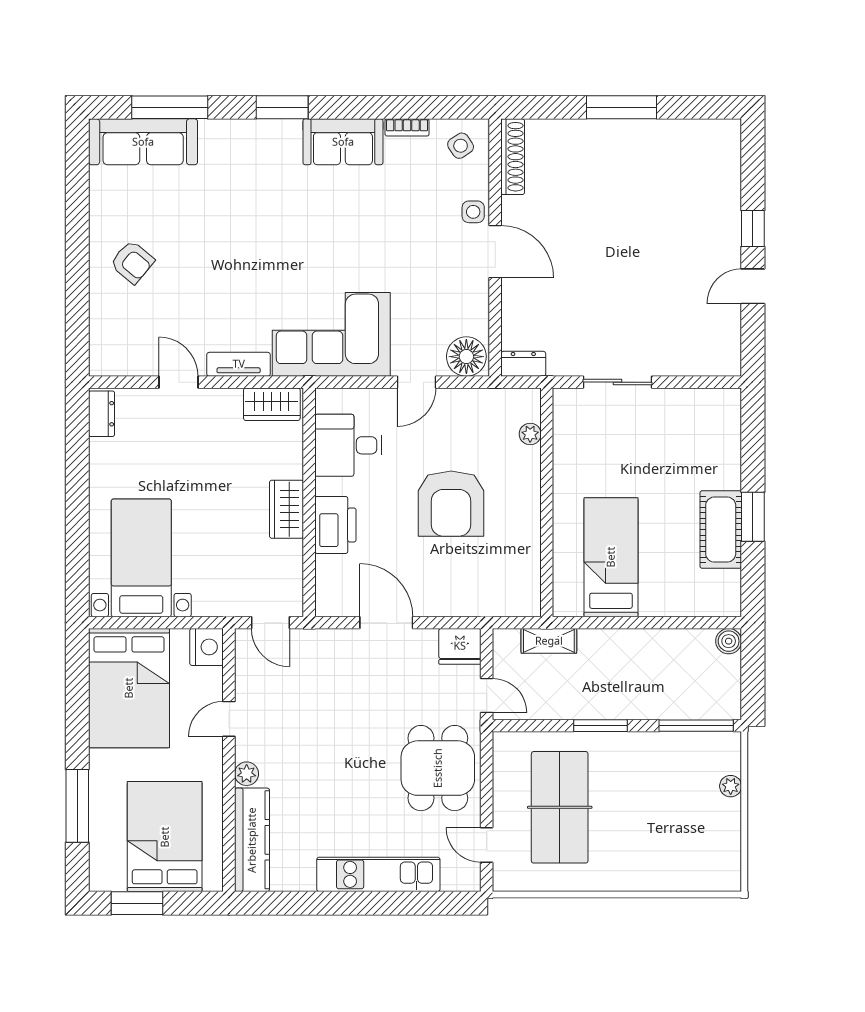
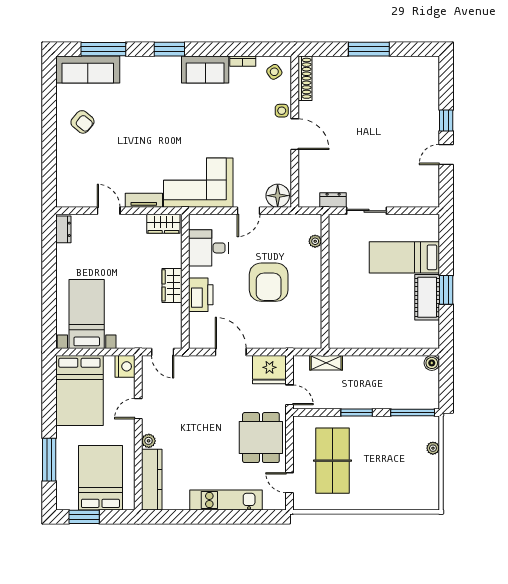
armchair: (132, 262) -> (82, 122), moved
dresser: (523, 364) -> (333, 200), moved
bed: (611, 557) -> (404, 257), moved, turned -90
fridge: (460, 646) -> (269, 370), width x1.36, depth x1.34

